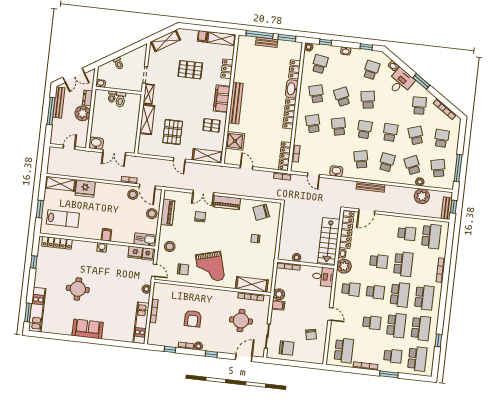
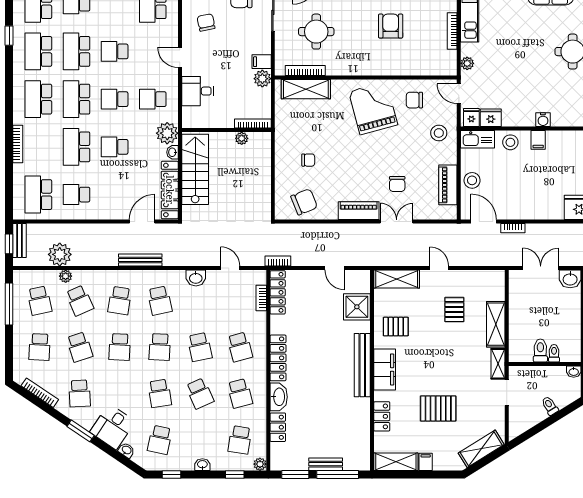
pallet: (173, 132) -> (454, 310), width x0.67, depth x0.71
stool: (133, 194) -> (510, 142), moved
desk: (323, 277) -> (198, 91), moved

